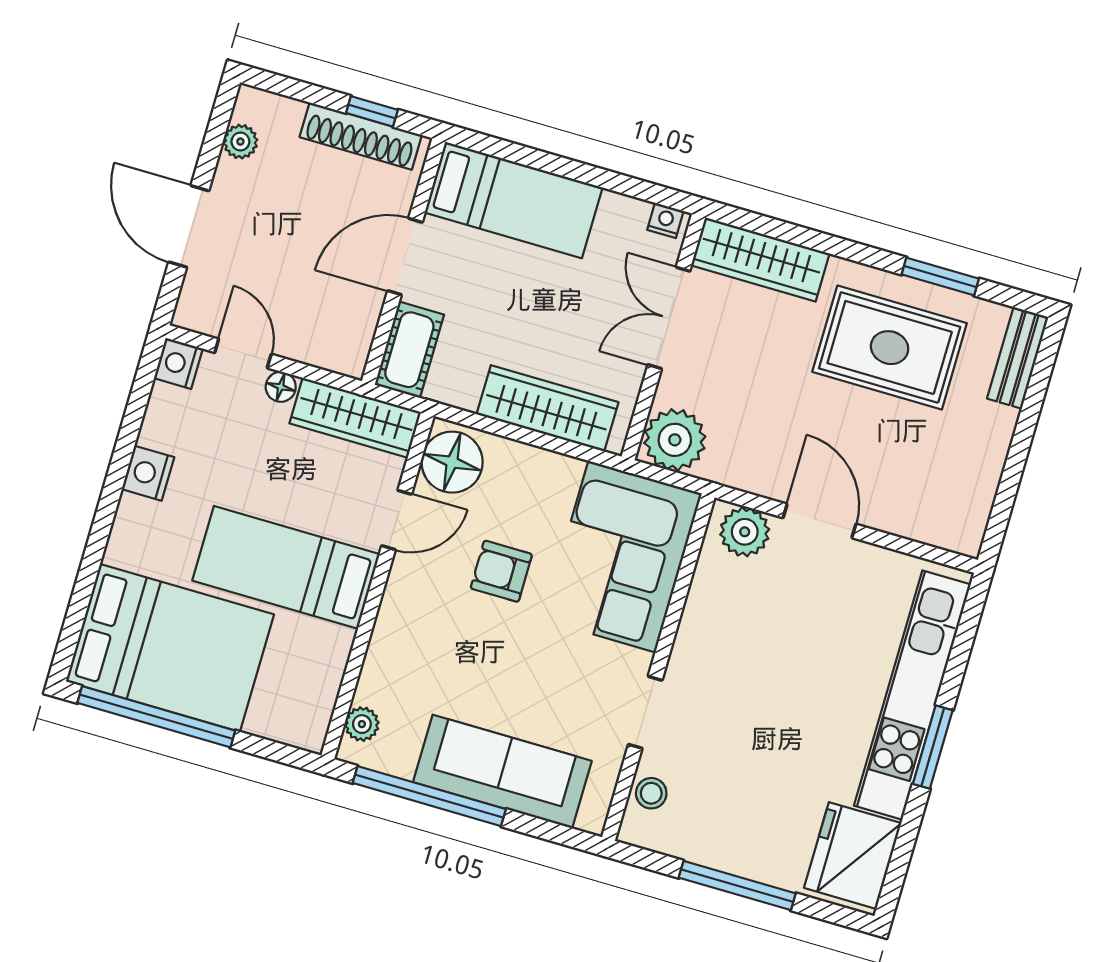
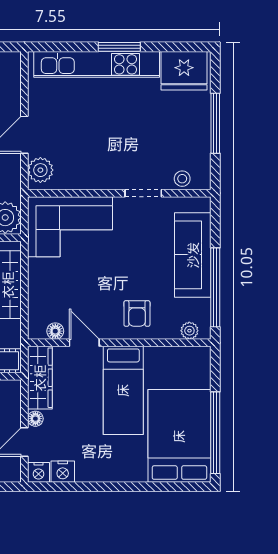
floor lamp: (452, 462) -> (55, 331), width x0.53, depth x0.53
nightstand: (148, 473) -> (63, 472), moved
armchair: (501, 571) -> (137, 313), moved

